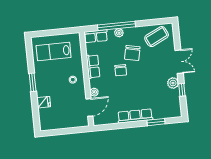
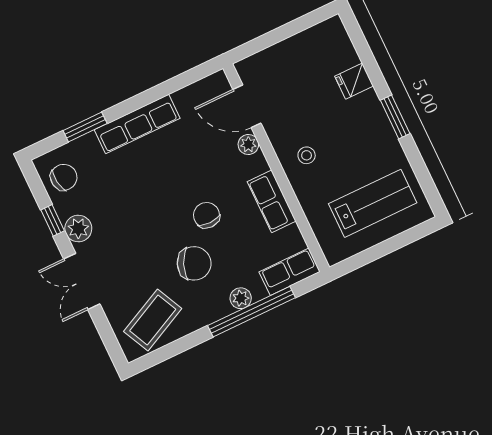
chair: (132, 53) -> (194, 263), turned 101
chair: (172, 105) -> (64, 177), added
door: (89, 107) -> (247, 106), hinge flipped

